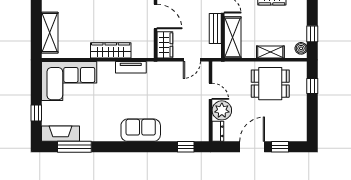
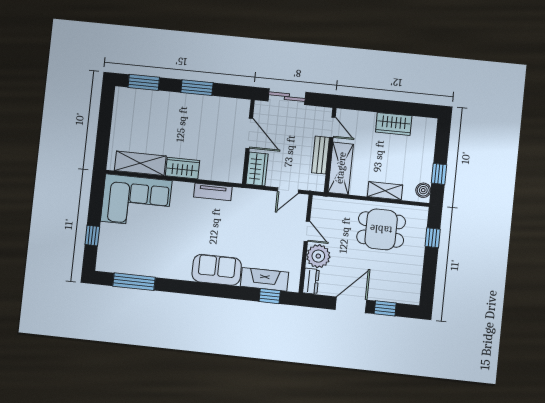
shelving: (50, 33) -> (140, 163), moved, turned 90
wardrobe: (111, 50) -> (182, 168), width x0.67
fireplace: (61, 134) -> (265, 279), moved

